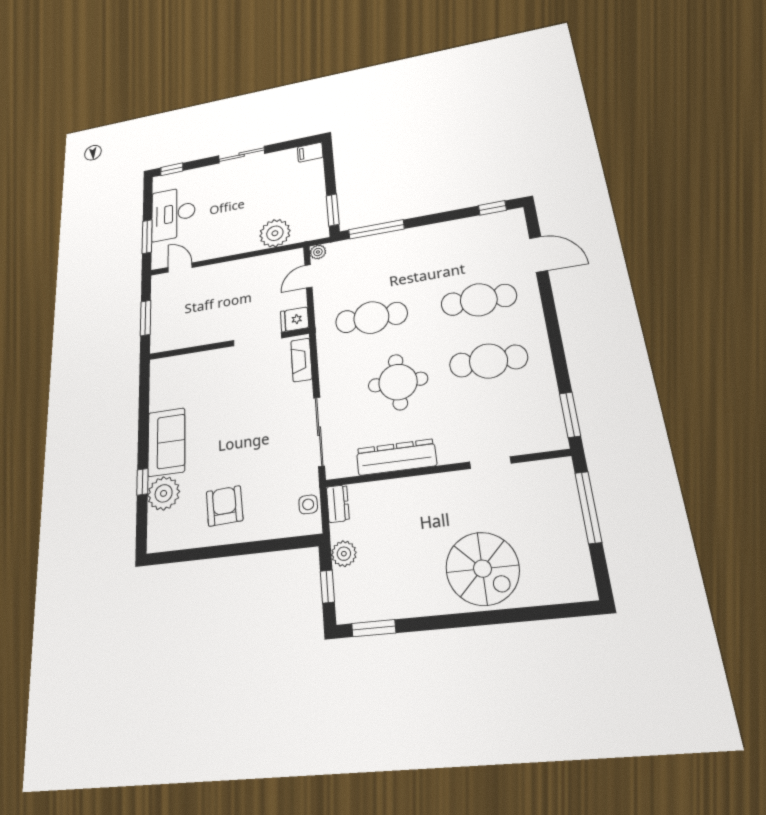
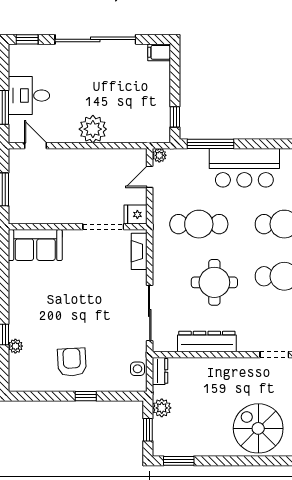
sliding door: (242, 155) -> (95, 39), width x1.86
window: (333, 210) -> (175, 117), width x0.67
desk: (173, 214) -> (29, 96), width x0.73
plant: (275, 233) -> (93, 129), moved
bar counter: (420, 247) -> (244, 168), added
sofa: (166, 442) -> (35, 245), moved, turned 90
plant: (164, 493) -> (15, 346), width x0.53, depth x0.53
window: (243, 549) -> (86, 396), added
spiral stairs: (482, 569) -> (258, 428), turned 180

